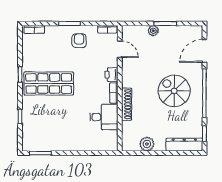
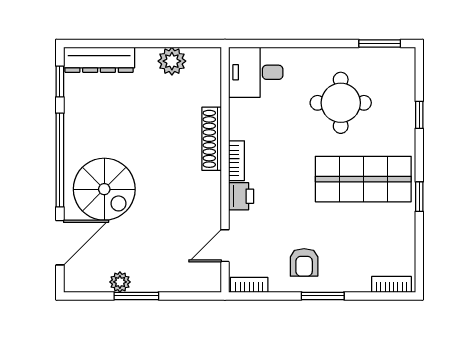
plant: (153, 31) -> (120, 282), moved
door: (120, 49) -> (225, 246), hinge flipped
spiral stairs: (174, 91) -> (104, 189), moved
desk: (104, 117) -> (256, 72), moved
round table: (60, 123) -> (341, 103), added

